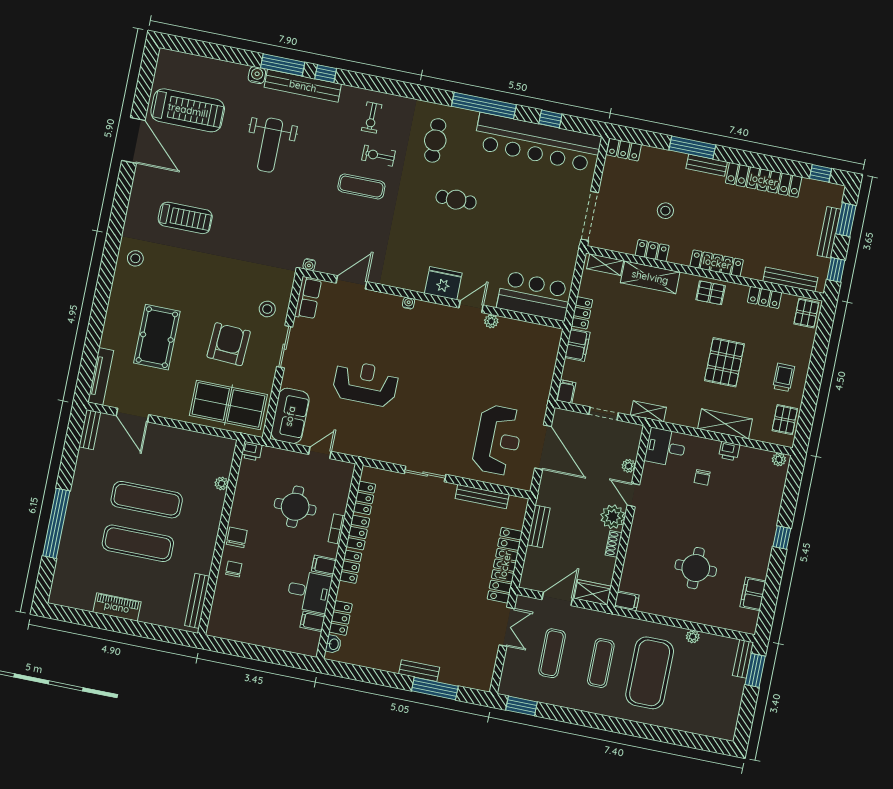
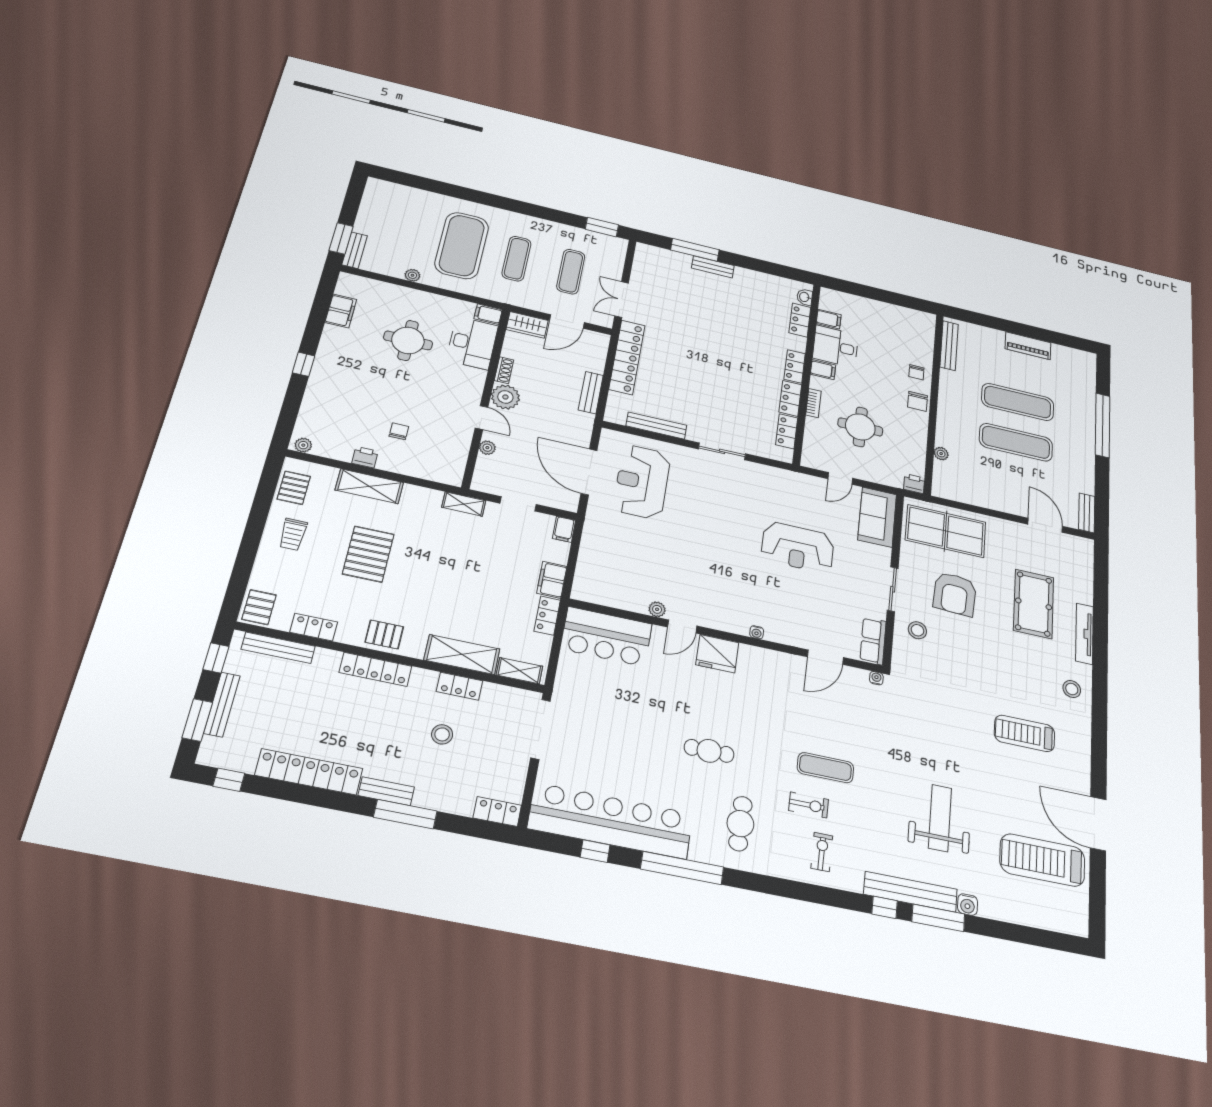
tv unit: (101, 376) -> (1084, 634), moved
desk: (666, 447) -> (472, 343), moved, width x1.37

